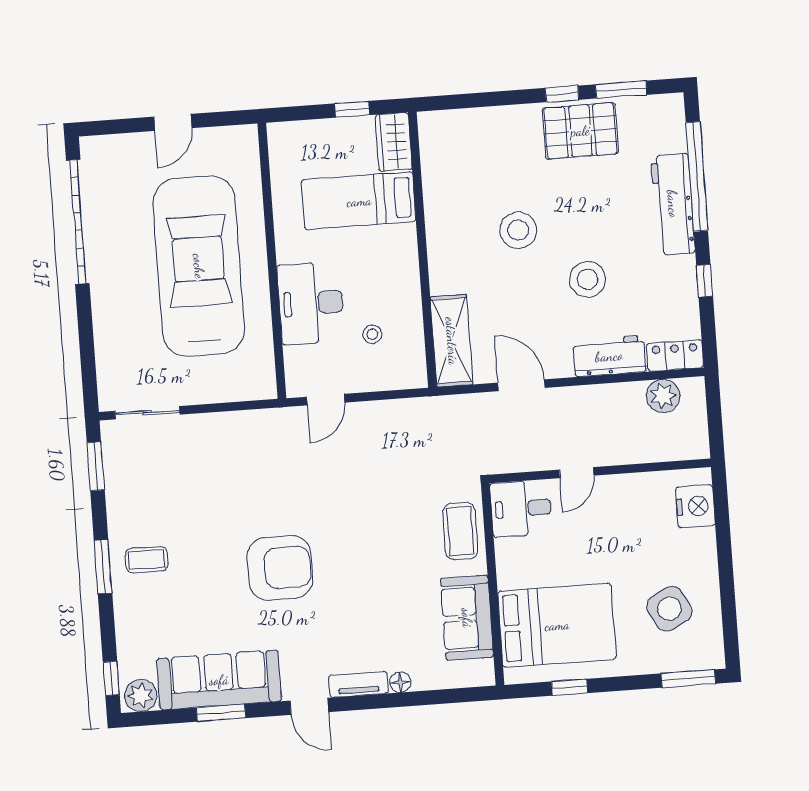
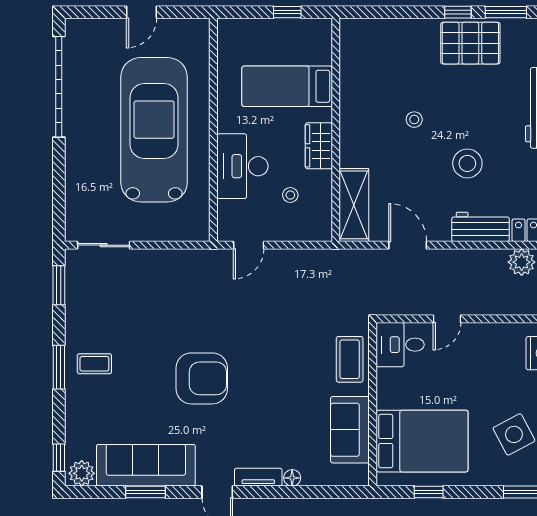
wardrobe: (394, 142) -> (319, 146), moved
stool: (518, 230) -> (414, 120), width x0.53, depth x0.53

